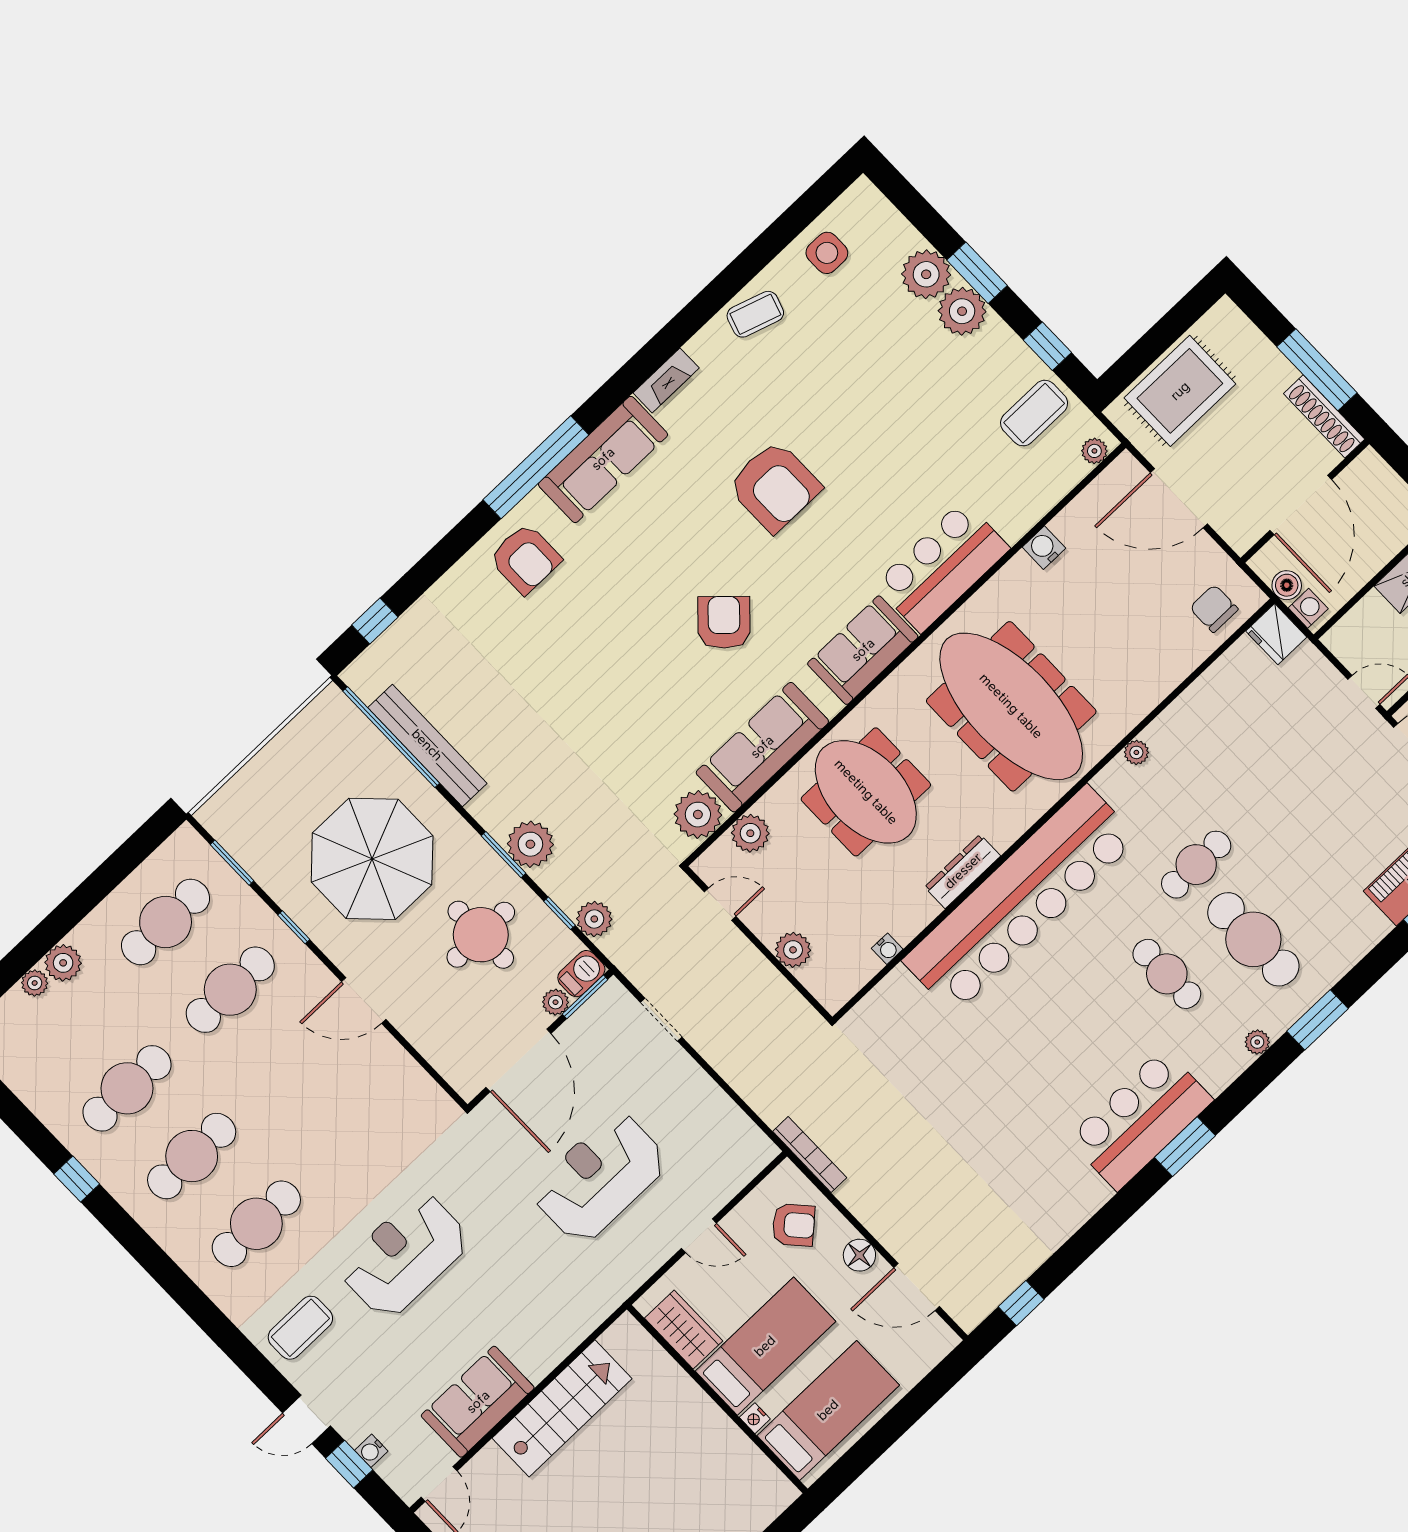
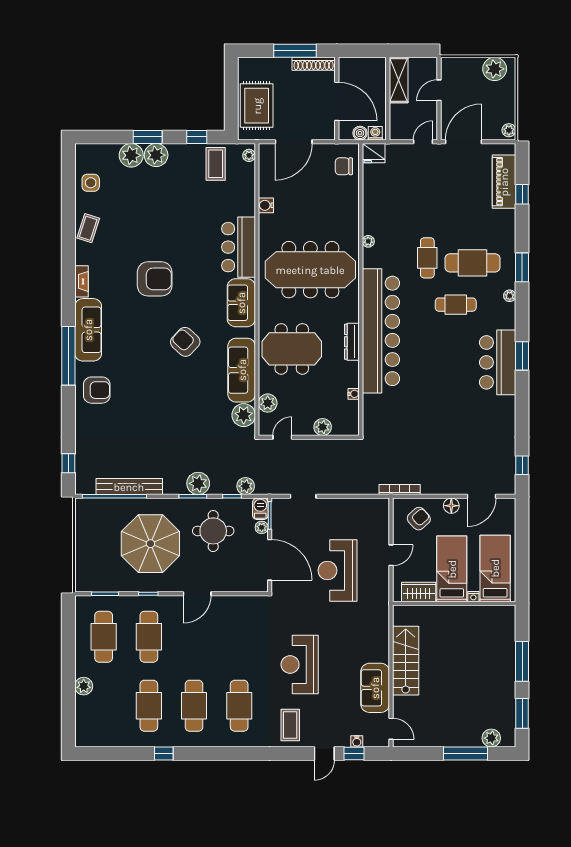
plant: (35, 983) -> (81, 703), removed

